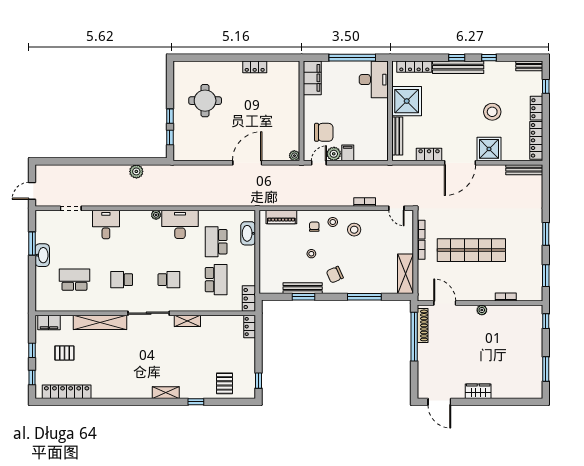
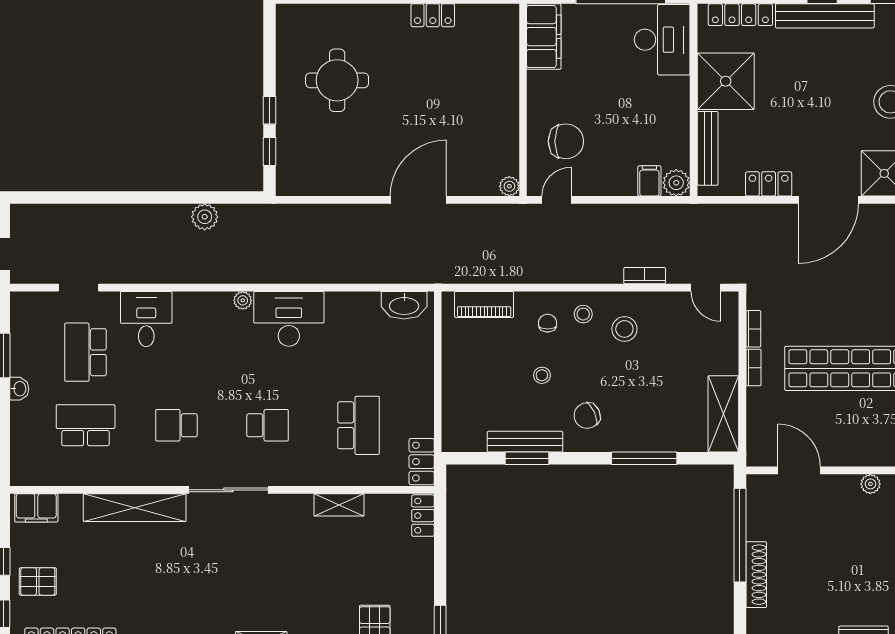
filing cabinet: (348, 153) -> (649, 181), moved
plant: (334, 154) -> (676, 183), moved
washbasin: (248, 233) -> (404, 305), moved, turned -90
school desk: (216, 242) -> (86, 352), moved
washbasin: (42, 255) -> (19, 389), width x0.52, depth x0.69
shelving: (187, 321) -> (339, 505), moved
shoe rack: (423, 325) -> (756, 575), moved
pallet: (64, 353) -> (38, 581), moved

